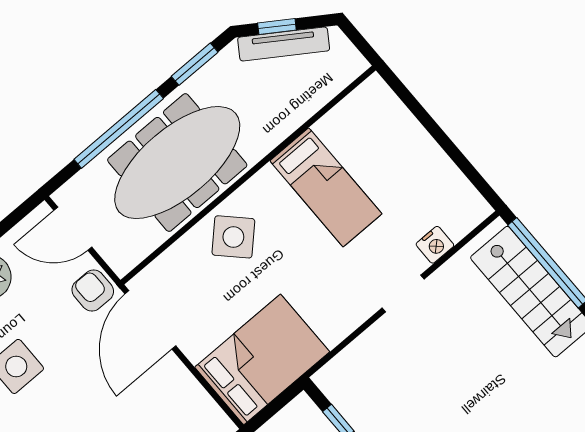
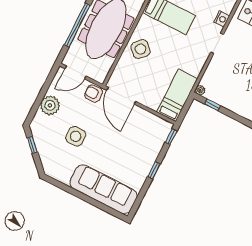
bed: (262, 360) -> (177, 95), width x0.67
plant: (325, 379) -> (200, 90), added

